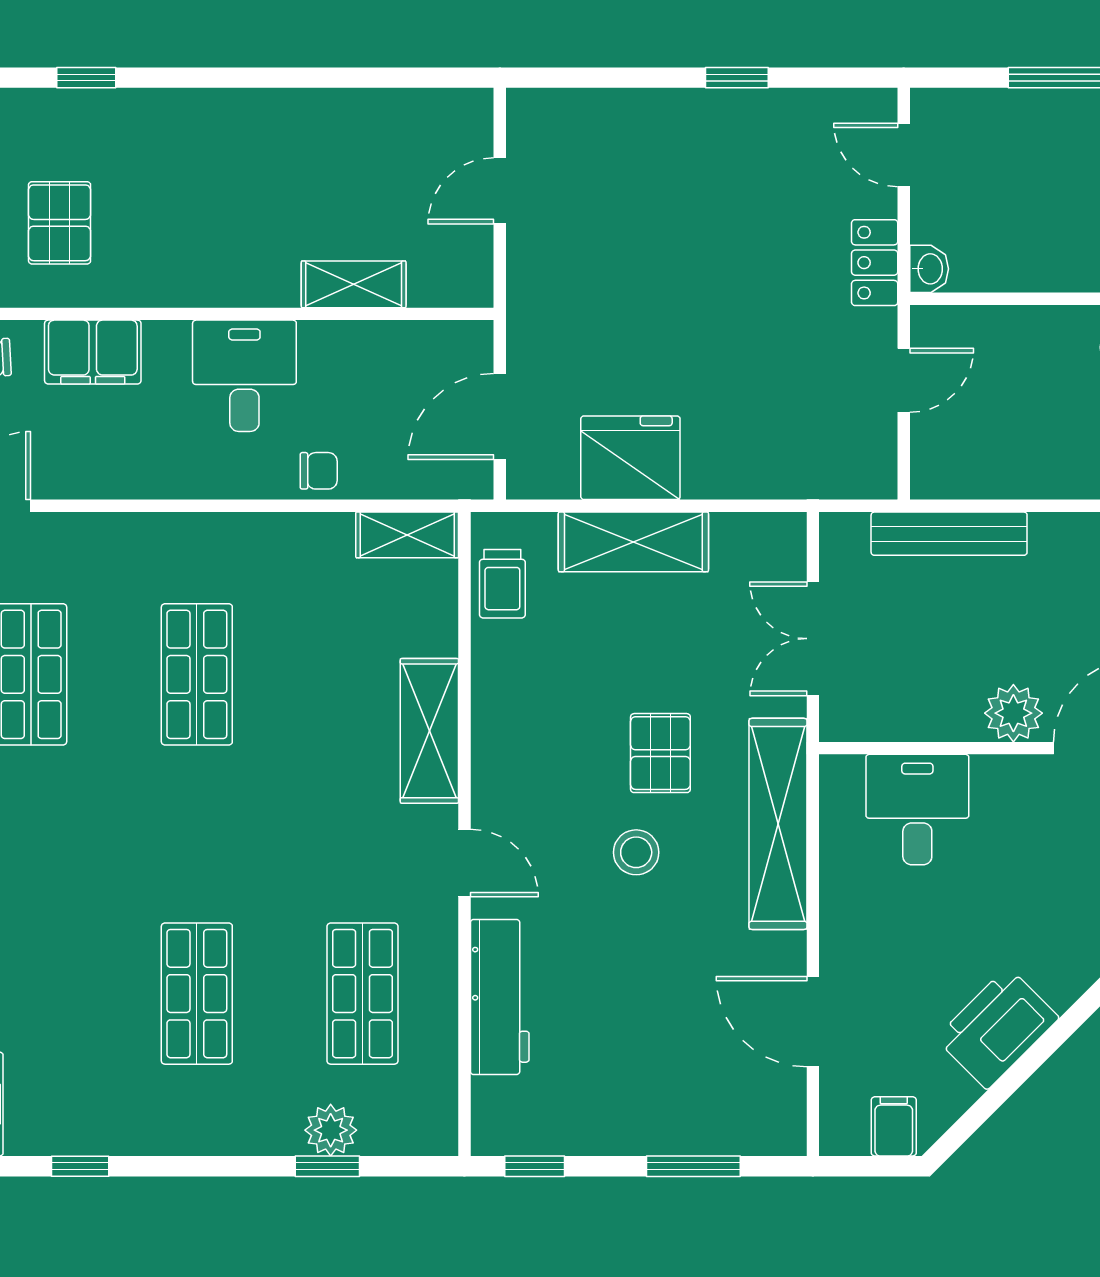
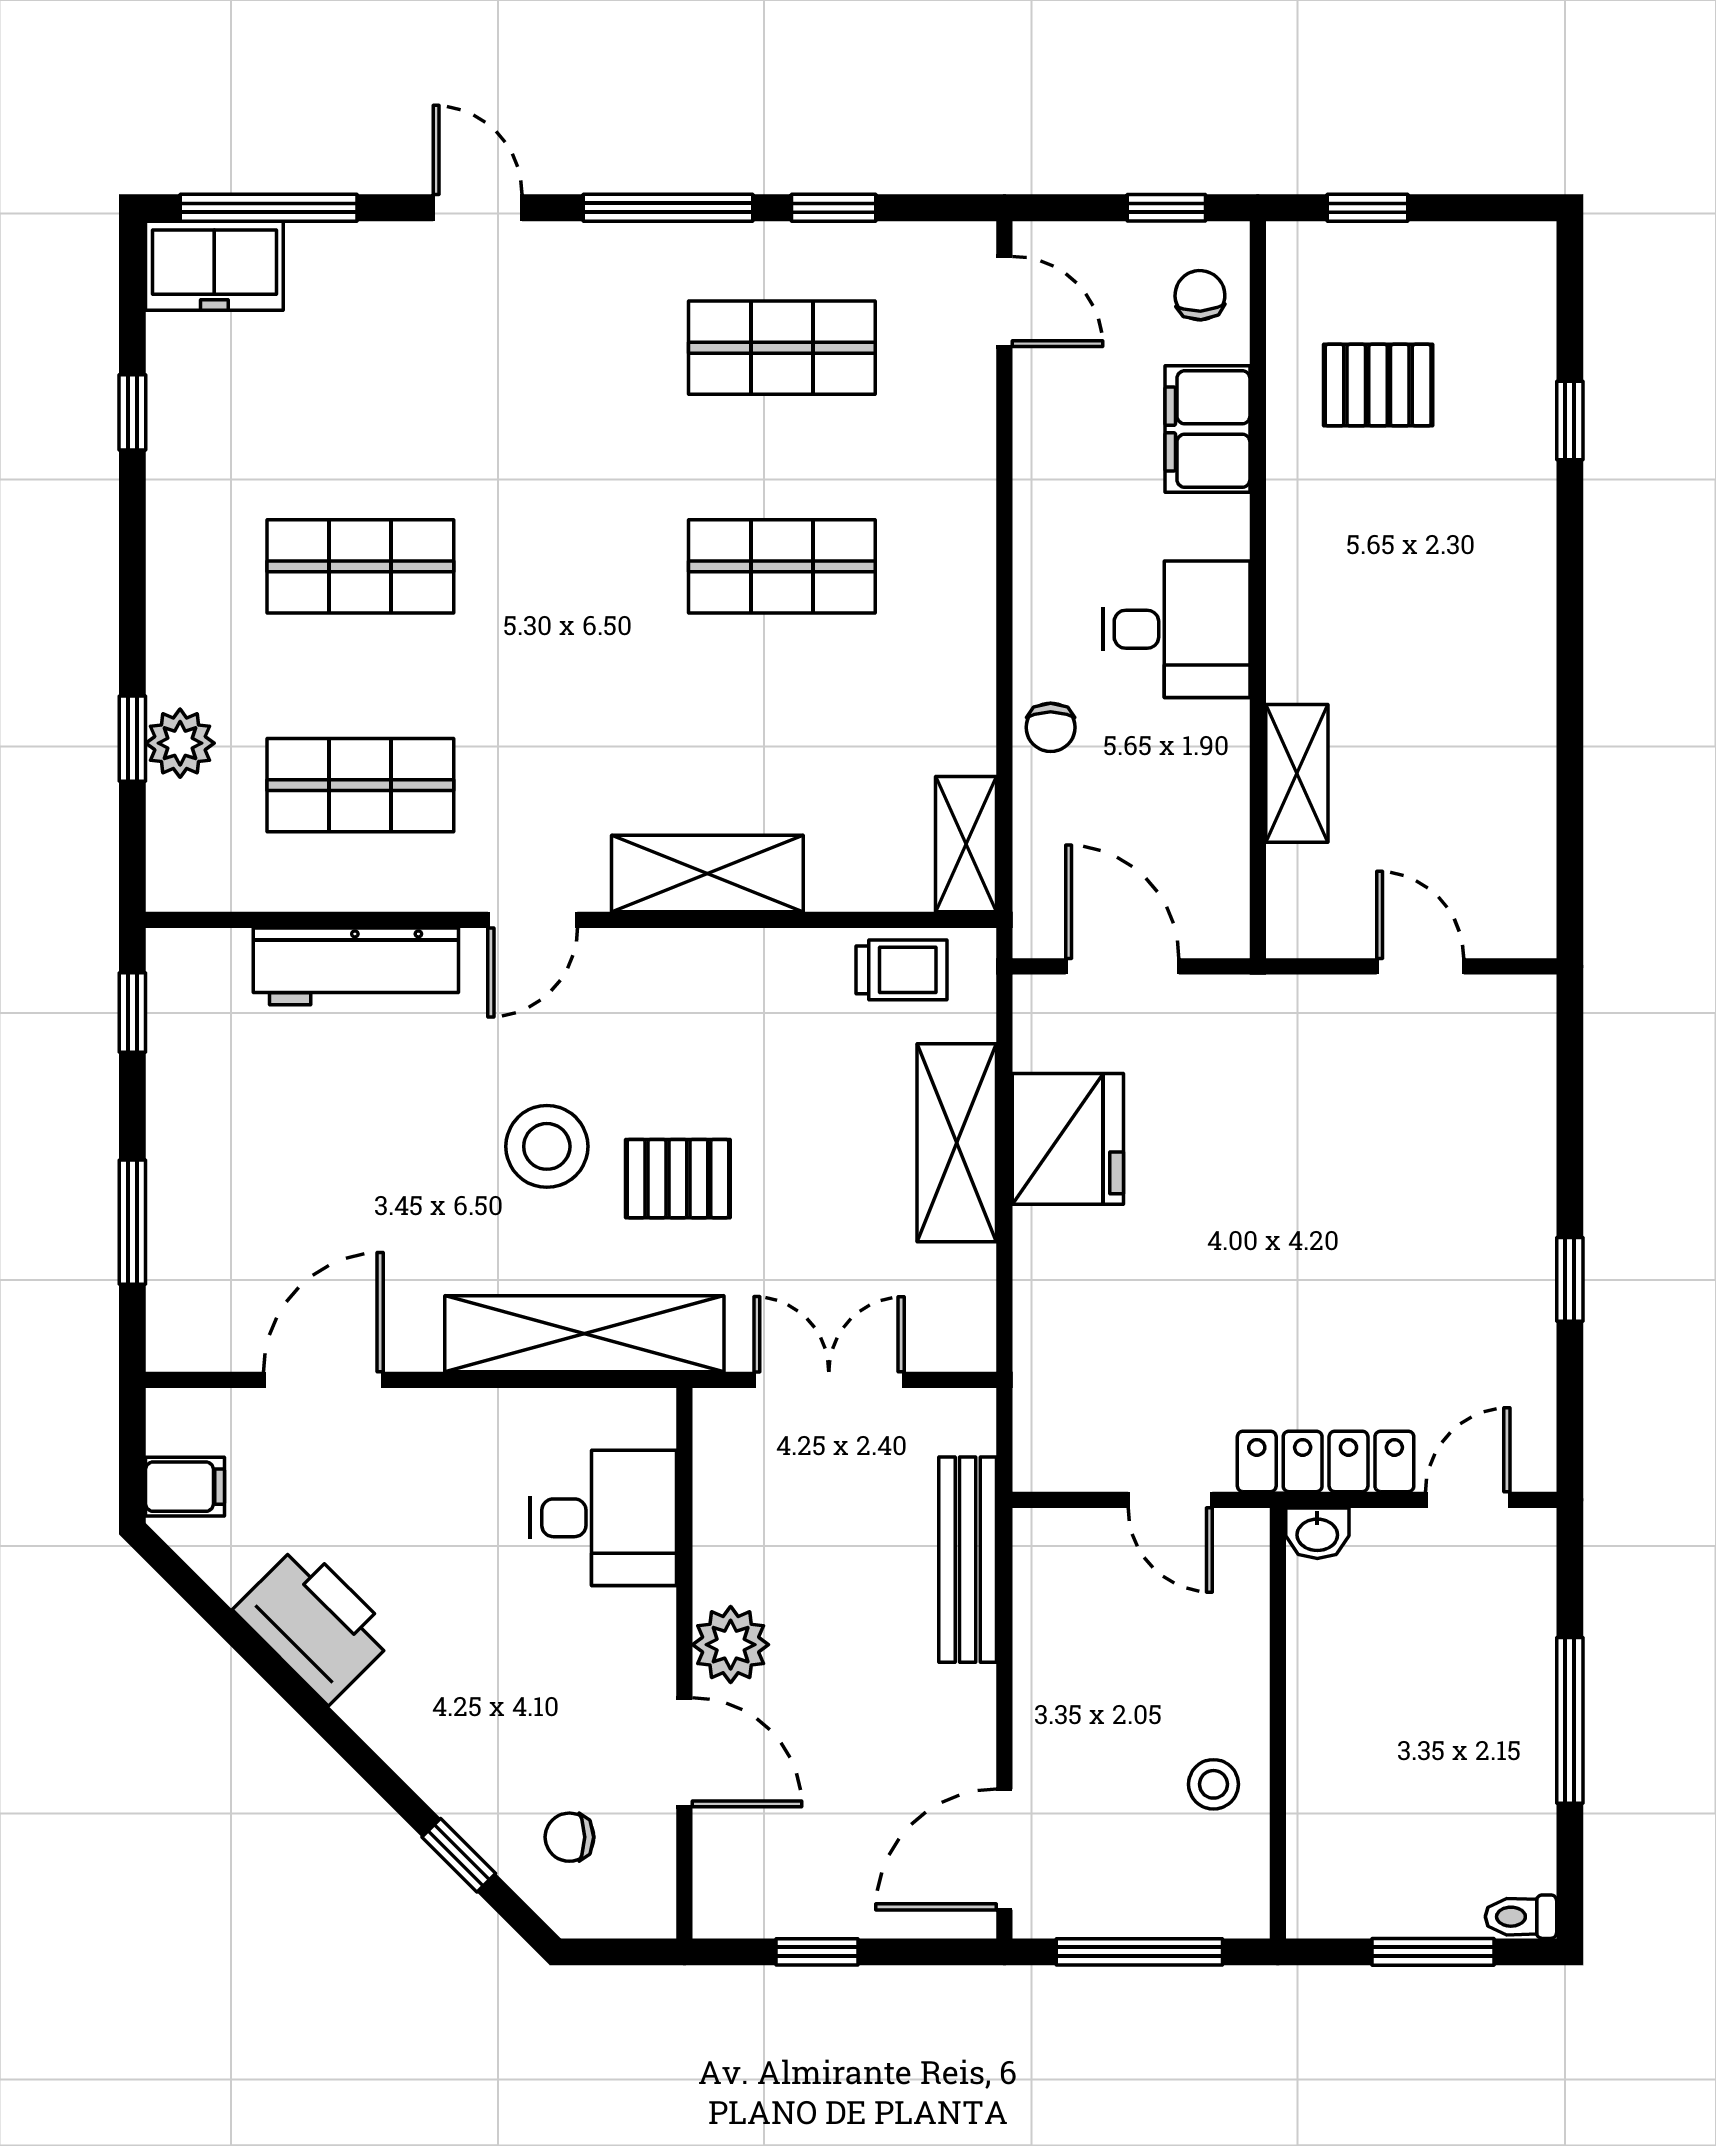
locker: (875, 263) -> (1326, 1461), width x1.53
trolley: (502, 584) -> (901, 970), turned 180
stool: (636, 852) -> (547, 1146), width x1.38, depth x1.38

